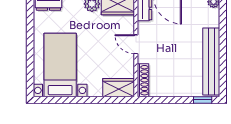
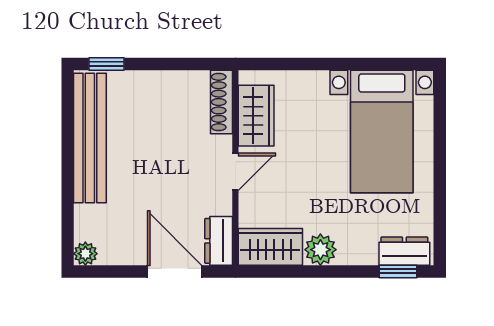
door: (136, 44) -> (235, 172), hinge flipped
wardrobe: (119, 88) -> (256, 116), moved, turned -90

